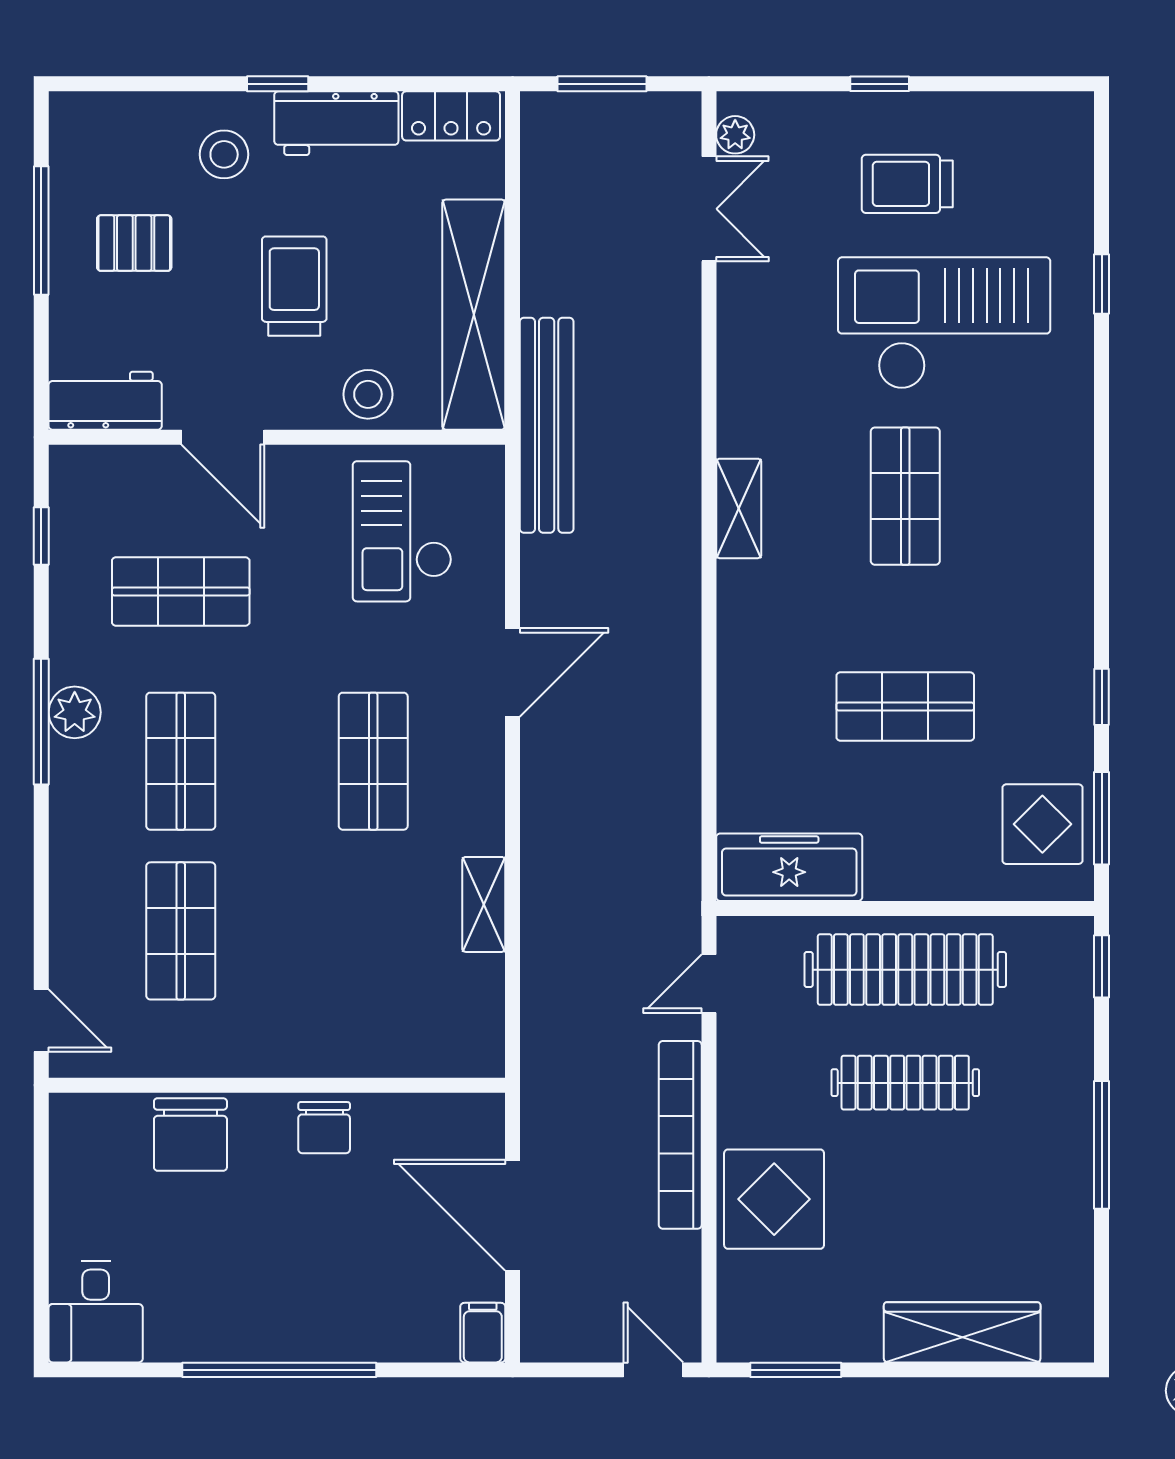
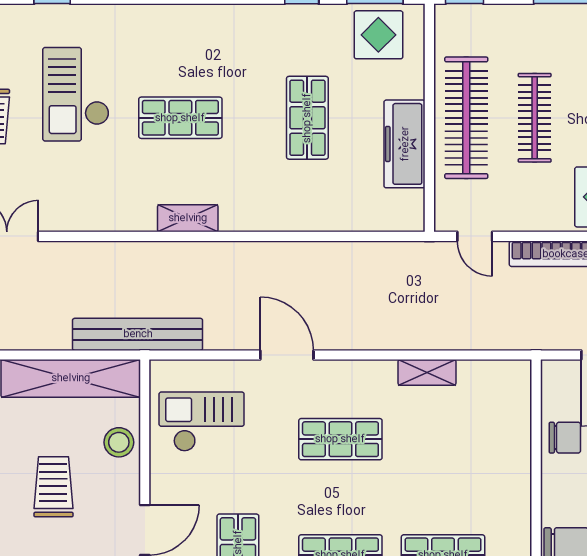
trolley: (294, 286) -> (53, 487), turned 90
checkout: (944, 323) -> (76, 94), width x0.73, depth x0.83
checkout: (402, 531) -> (202, 422), turned 180
freezer: (789, 867) -> (405, 144), moved
chair: (324, 1128) -> (565, 438), moved

